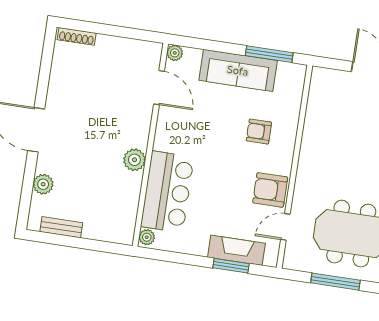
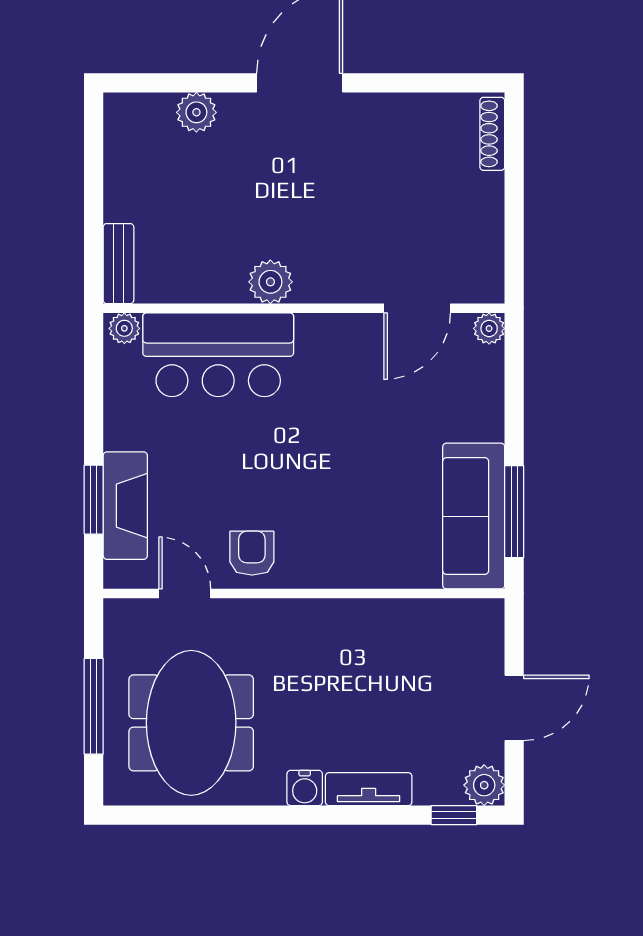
sofa: (238, 70) -> (474, 516), moved
armchair: (259, 132) -> (362, 514), removed
armchair: (270, 190) -> (252, 553), width x0.72, depth x0.72
bench: (61, 227) -> (118, 264), moved

